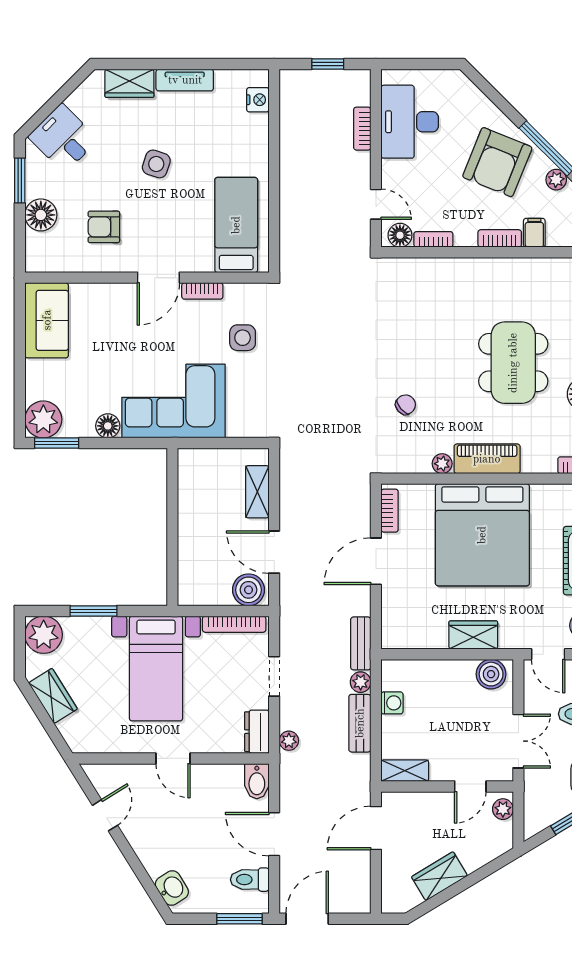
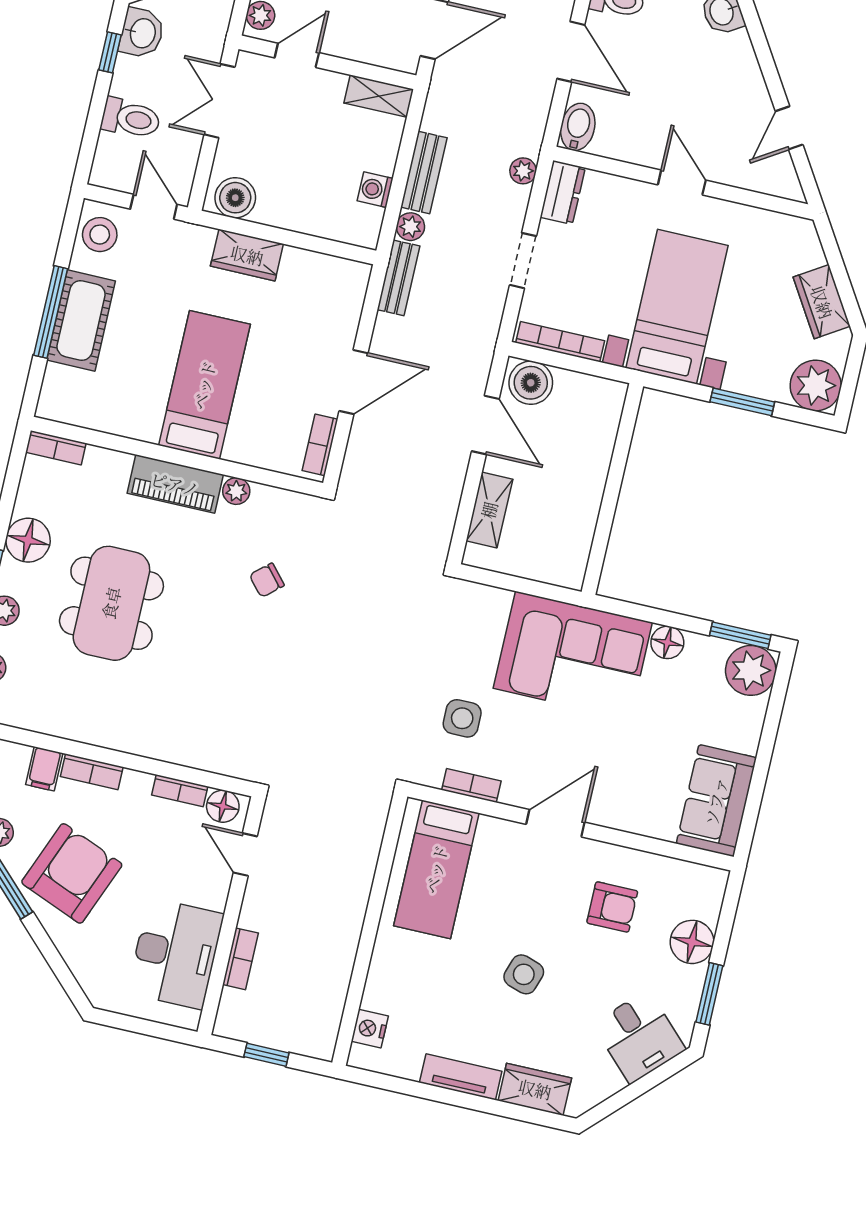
bookcase: (202, 291) -> (471, 785), moved
bed: (482, 535) -> (204, 385), width x0.49

